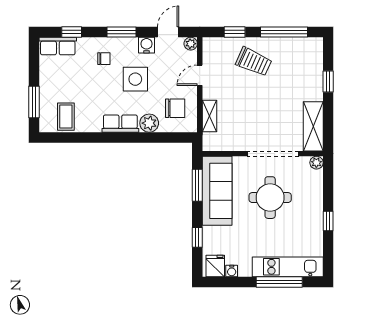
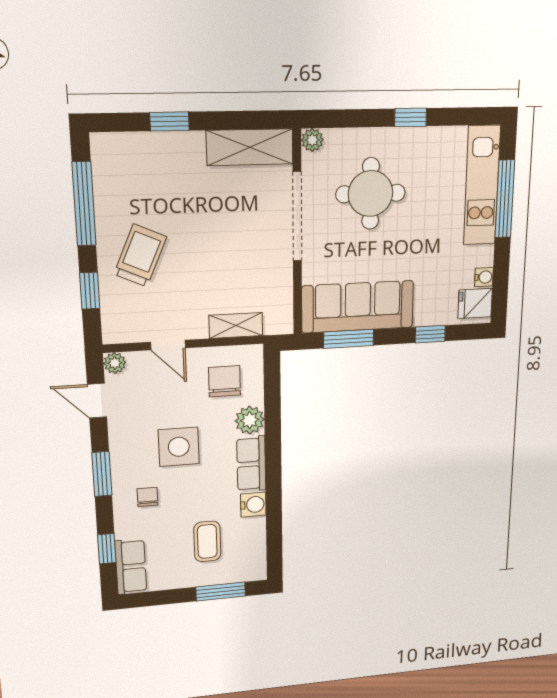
water cooler: (146, 45) -> (253, 505), moved, turned 180
coffee table: (66, 117) -> (207, 541), moved, turned 90
round table: (270, 198) -> (371, 194), moved

